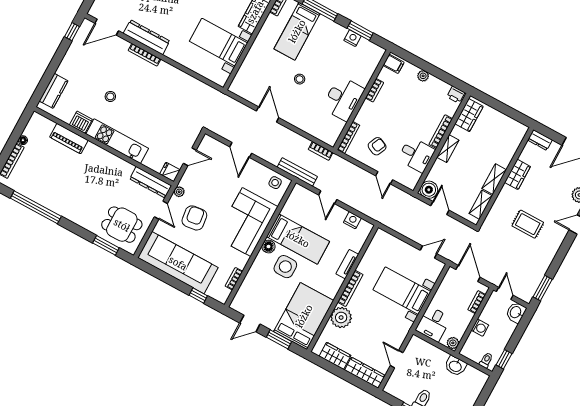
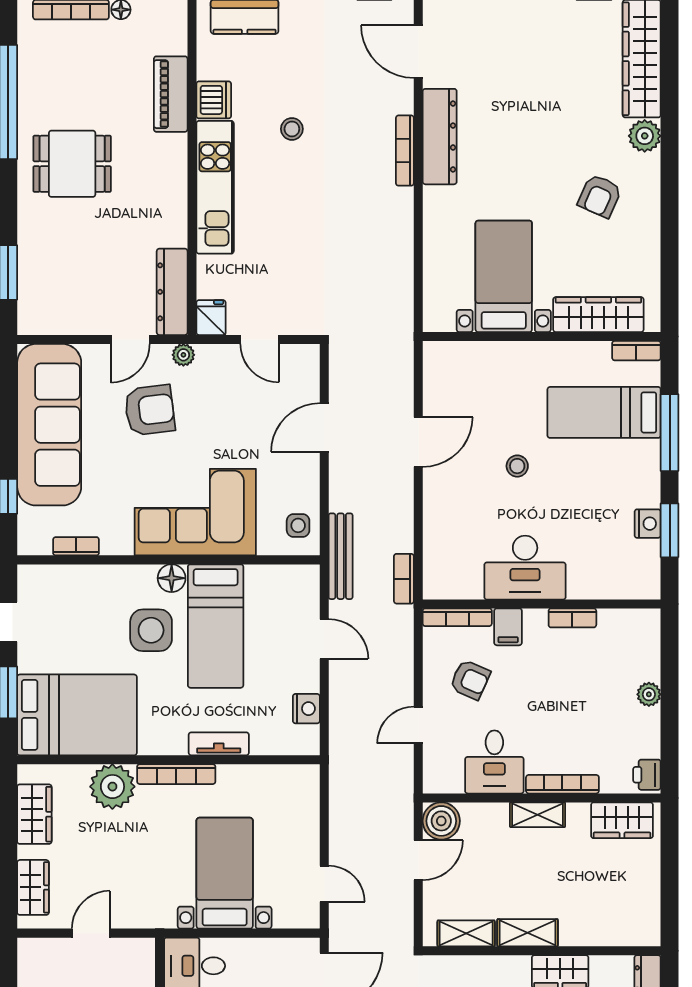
filing cabinet: (394, 64) -> (508, 627), moved
door: (328, 197) -> (324, 639), swing flipped
dining table: (122, 225) -> (72, 164), moved, turned 90
wardrobe: (365, 373) -> (33, 887), width x0.67

